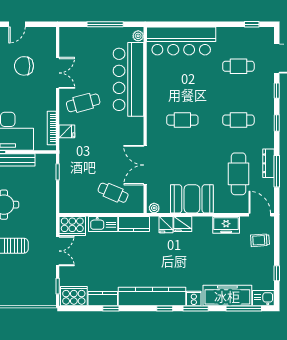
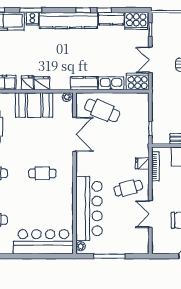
cafe table: (113, 193) -> (102, 110), width x1.37, depth x1.35
fridge: (166, 225) -> (27, 83), moved
window: (165, 309) -> (83, 10), moved

